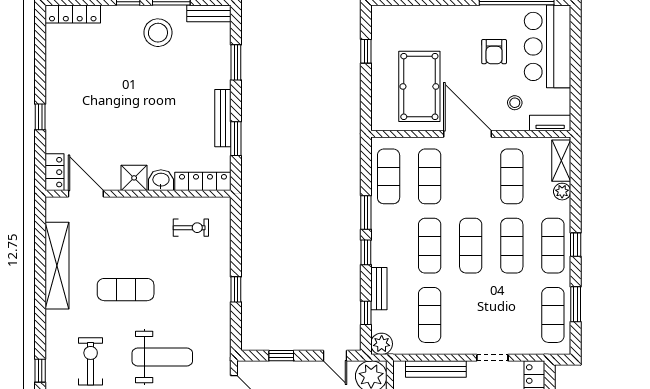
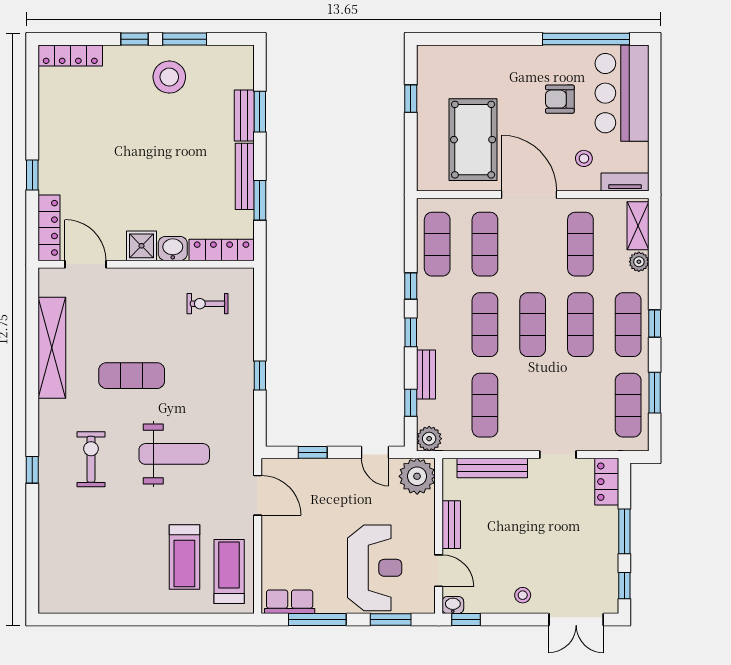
bench: (209, 13) -> (244, 116), moved, turned 90
armchair: (494, 52) -> (560, 99), turned 90
locker: (54, 172) -> (49, 228), width x1.53
window: (366, 213) -> (411, 286), width x0.67
exercise bike: (191, 228) -> (208, 304), turned 180

